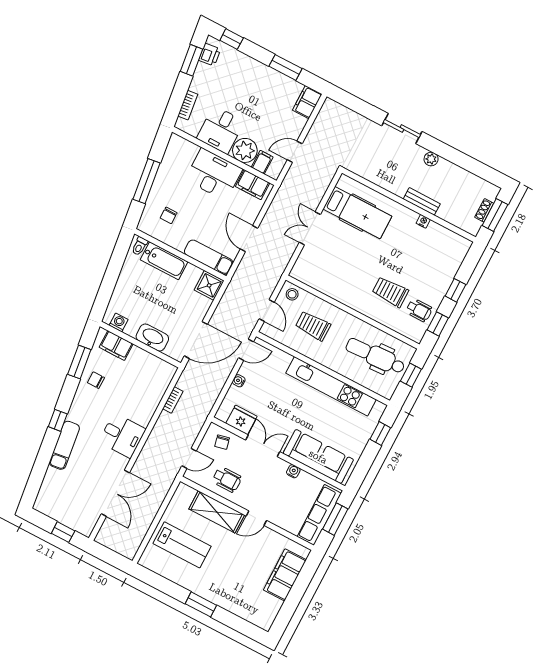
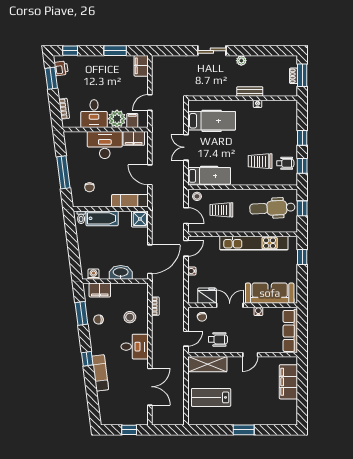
hospital bed: (320, 277) -> (209, 176), added
stool: (135, 397) -> (130, 317), added
shelving: (217, 512) -> (208, 364), moved
window: (335, 519) -> (302, 328), removed
lab bench: (182, 545) -> (211, 397), turned 180

